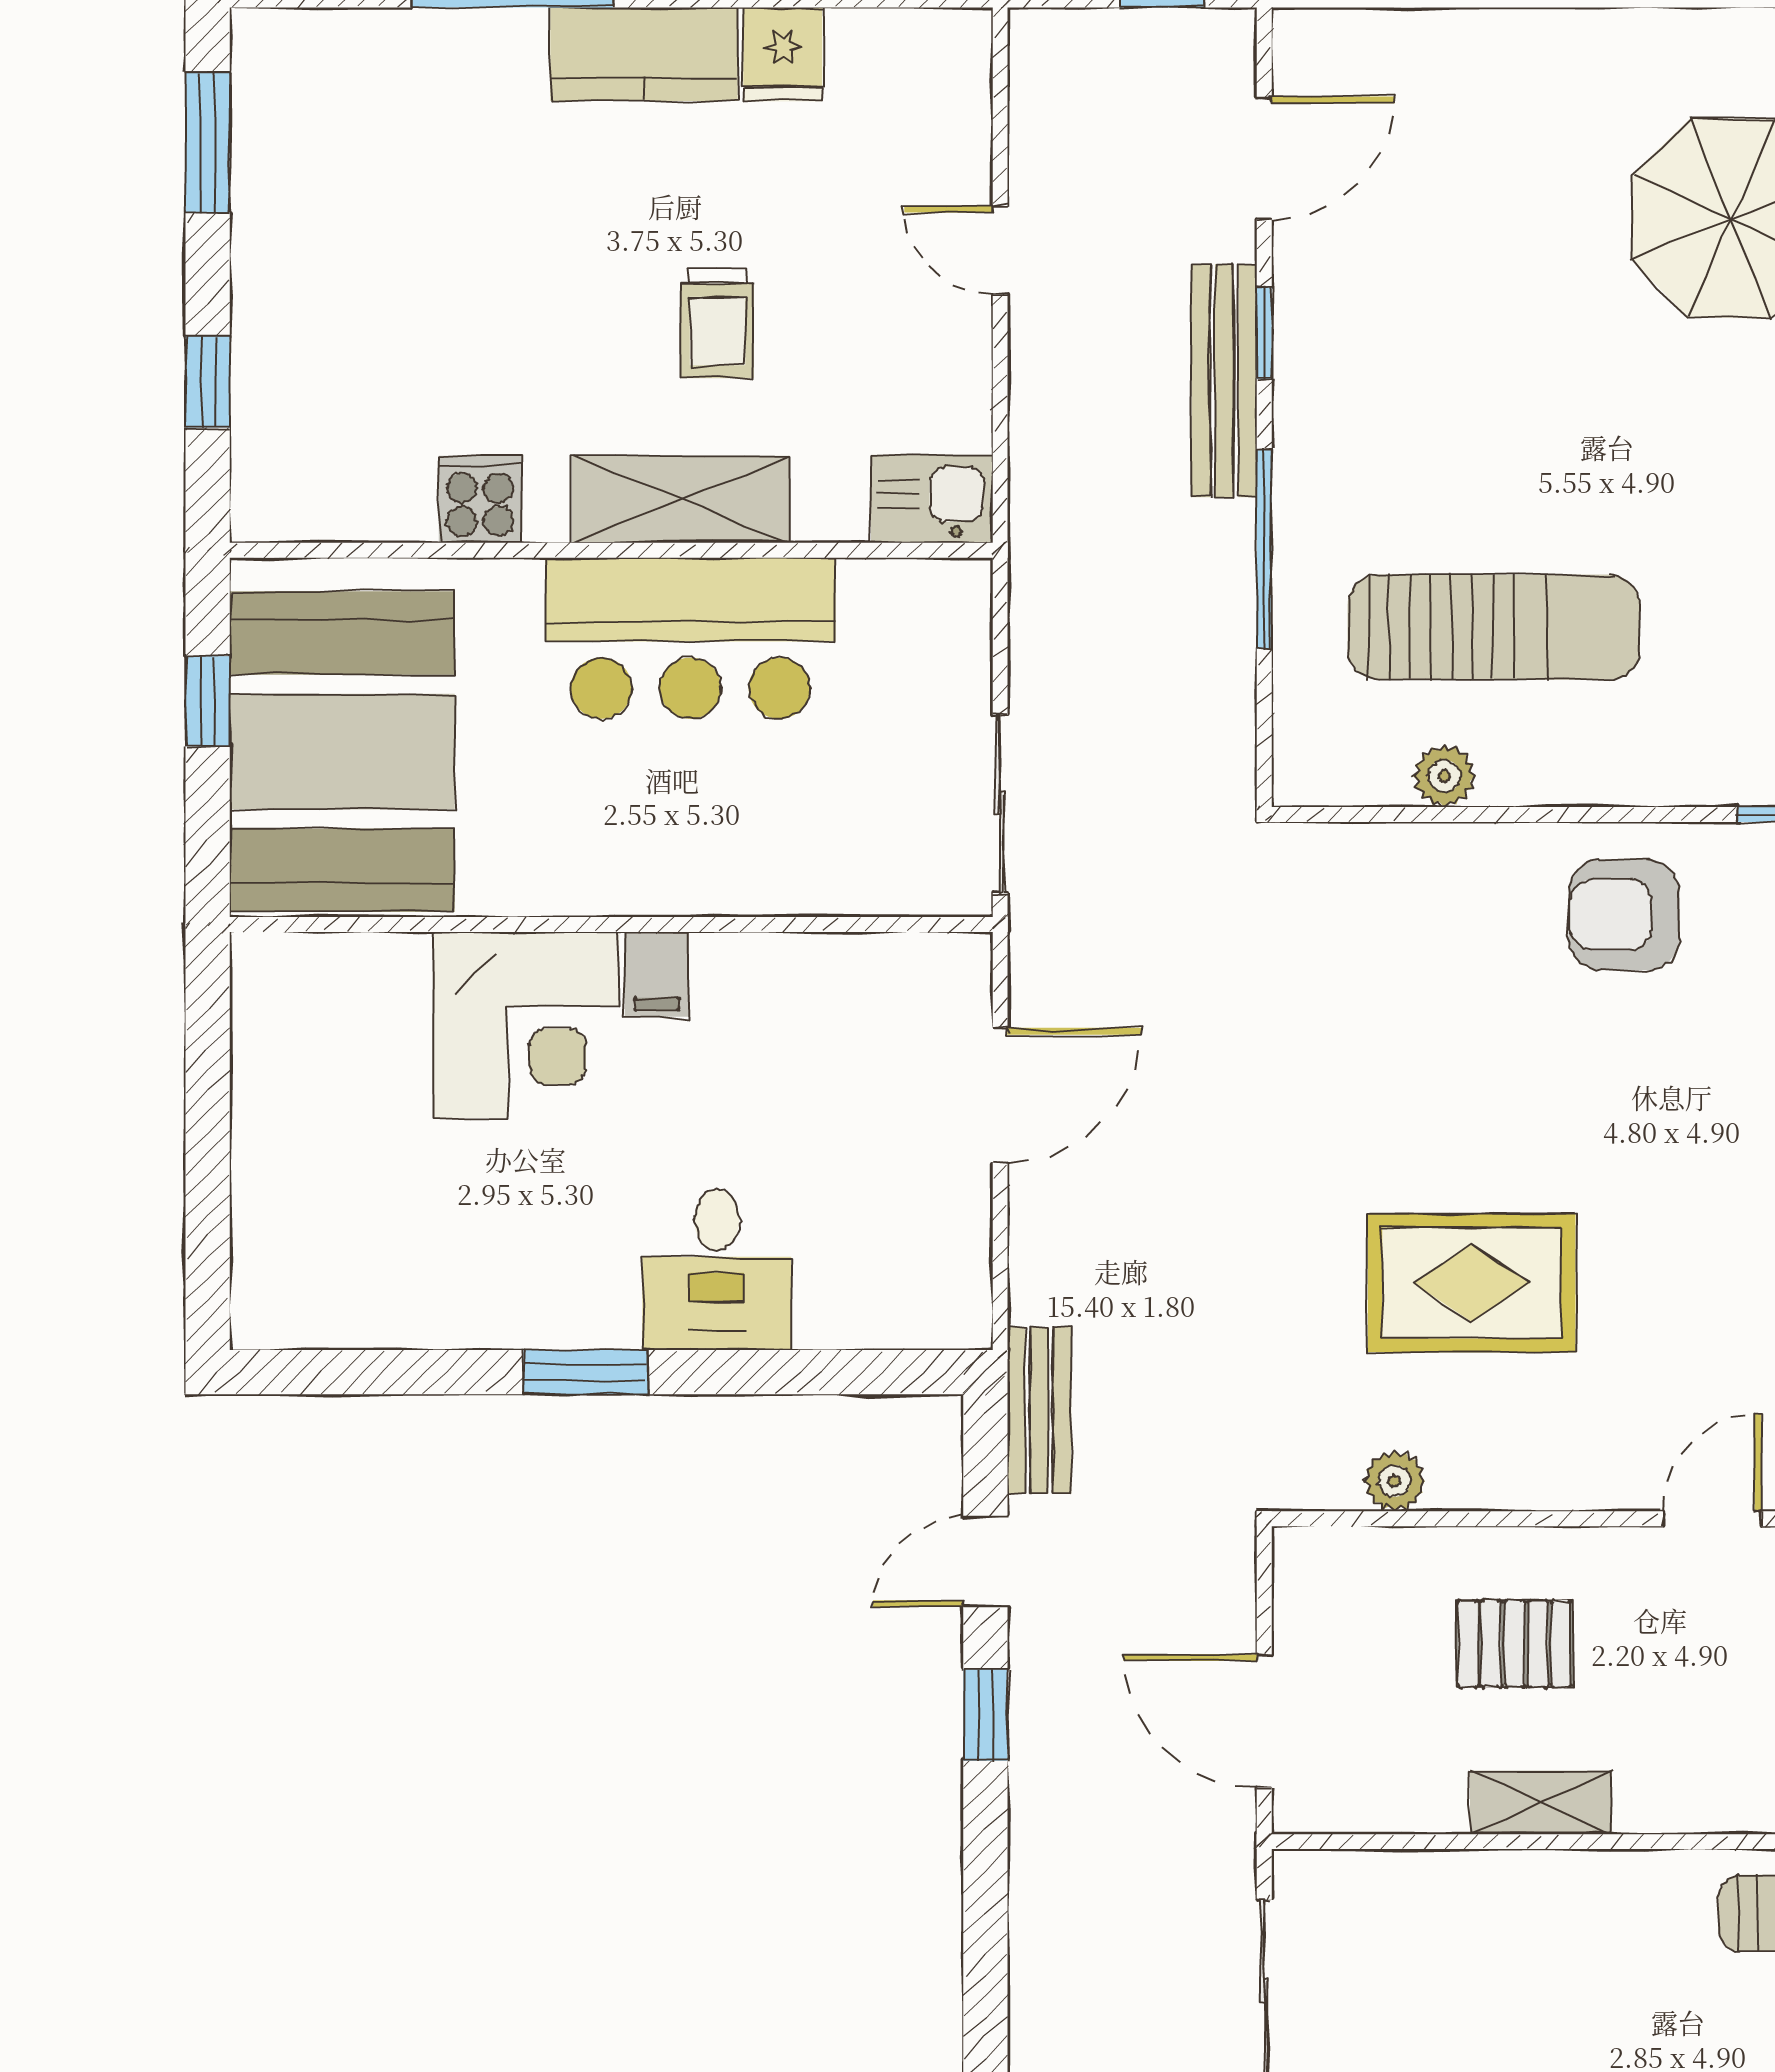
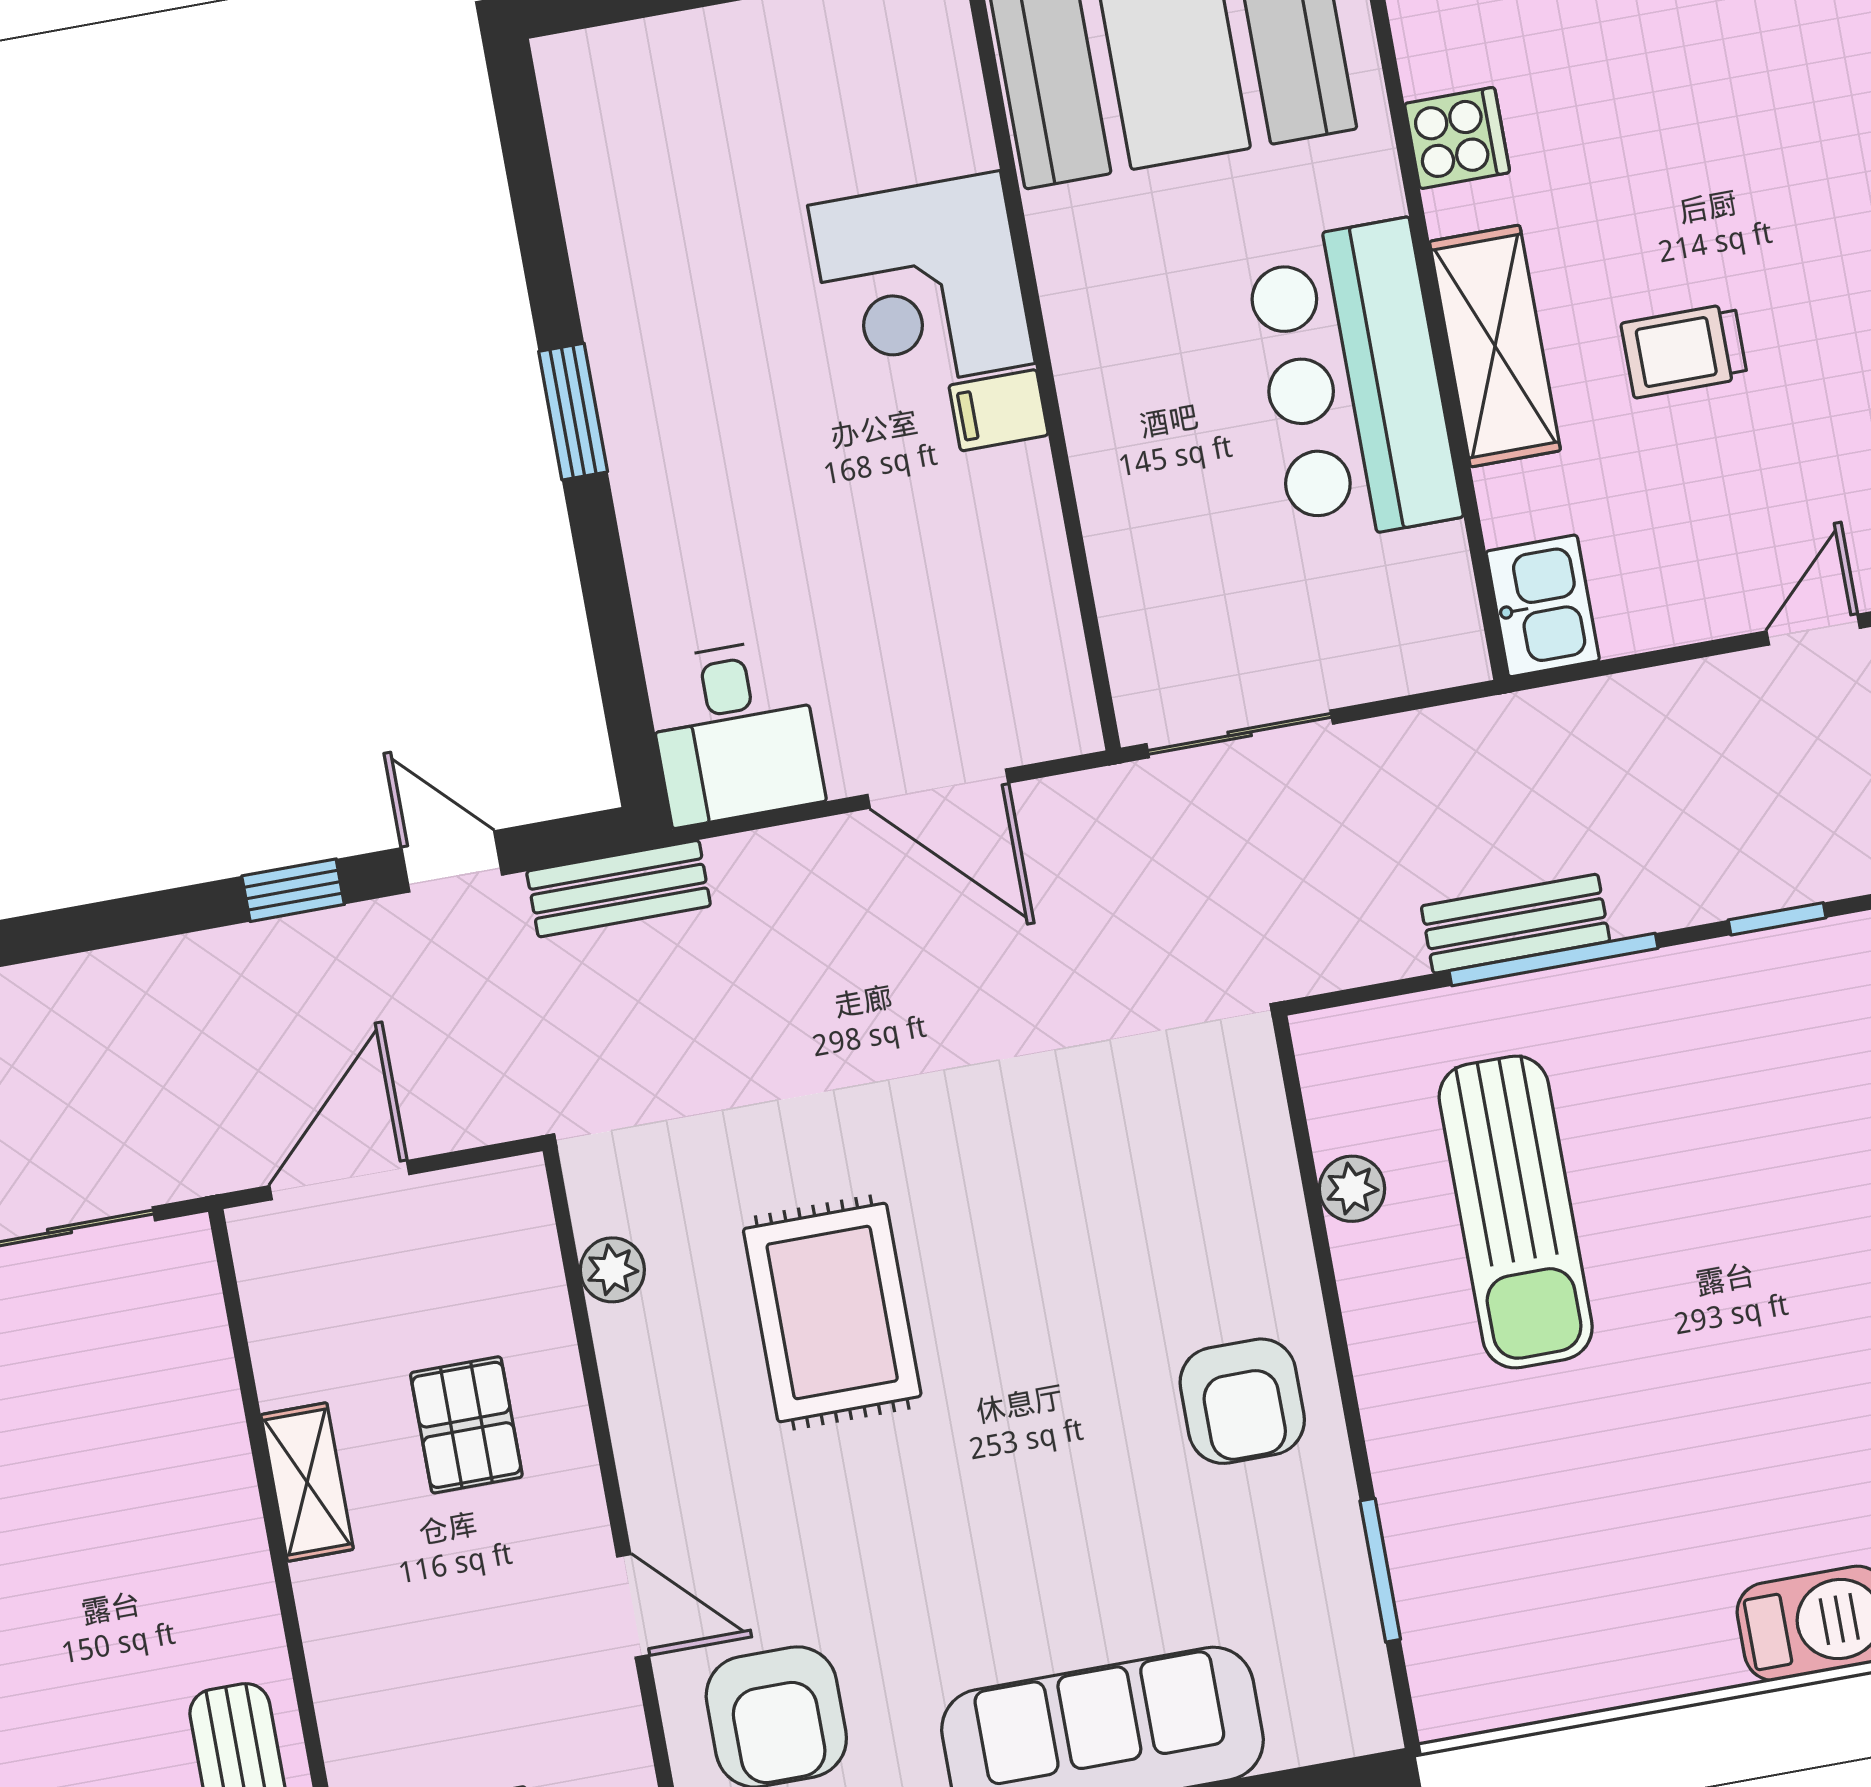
bench: (1224, 381) -> (1516, 924), moved, width x0.73
armchair: (1624, 915) -> (1242, 1401), turned 180
desk: (717, 1270) -> (734, 732), moved, turned -90

